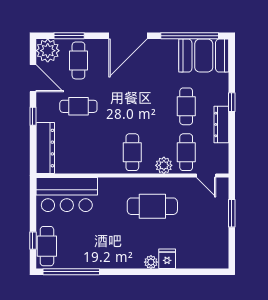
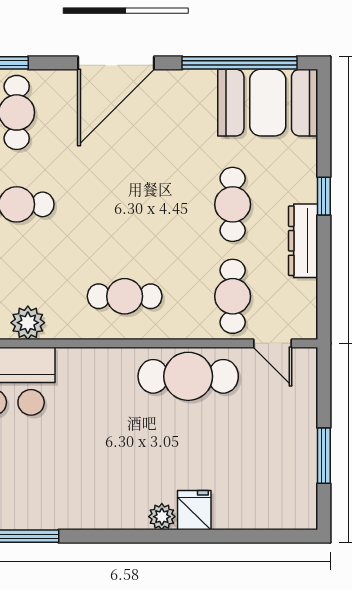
cafe table: (132, 152) -> (125, 296), turned 90
plant: (164, 165) -> (28, 323), moved
cafe table: (152, 206) -> (188, 376), moved
window: (232, 213) -> (324, 456), moved

